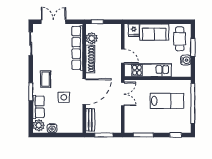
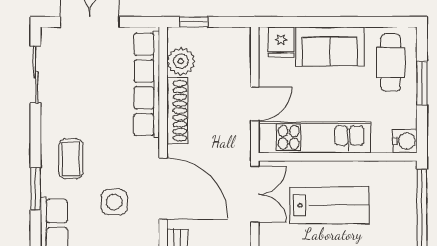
door: (123, 56) -> (255, 104), hinge flipped
water cooler: (186, 60) -> (405, 141), moved
door: (84, 92) -> (163, 188), hinge flipped
lab bench: (167, 101) -> (329, 205), moved

